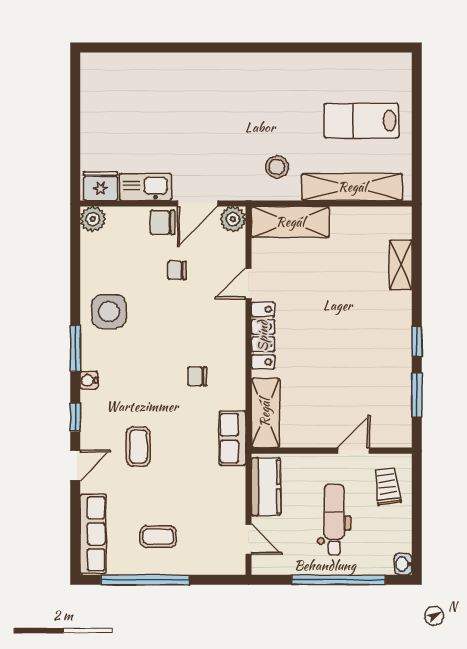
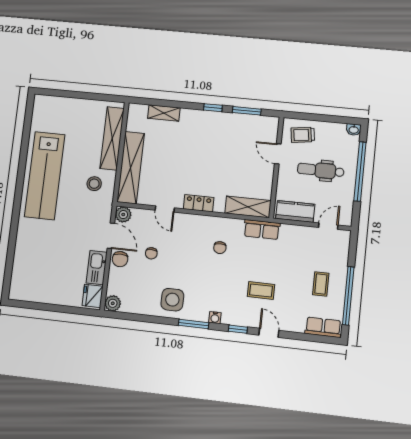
lab bench: (361, 121) -> (45, 176), moved, width x1.86, depth x1.39
shelving: (290, 222) -> (131, 168), width x1.47
locker: (263, 336) -> (199, 203), width x0.66
row of seats: (93, 534) -> (323, 327), width x0.68

